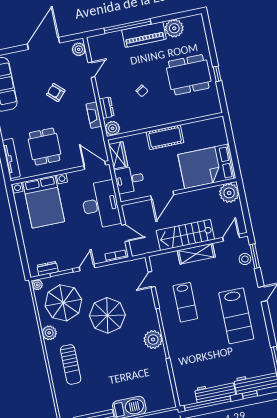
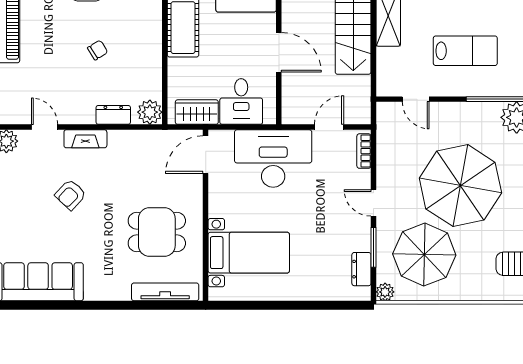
fireplace: (94, 115) -> (85, 139), moved
bed with nightstands: (44, 202) -> (249, 253), width x0.73
parasol: (107, 315) -> (460, 186), width x1.36, depth x1.36
plant: (49, 333) -> (470, 289), removed

